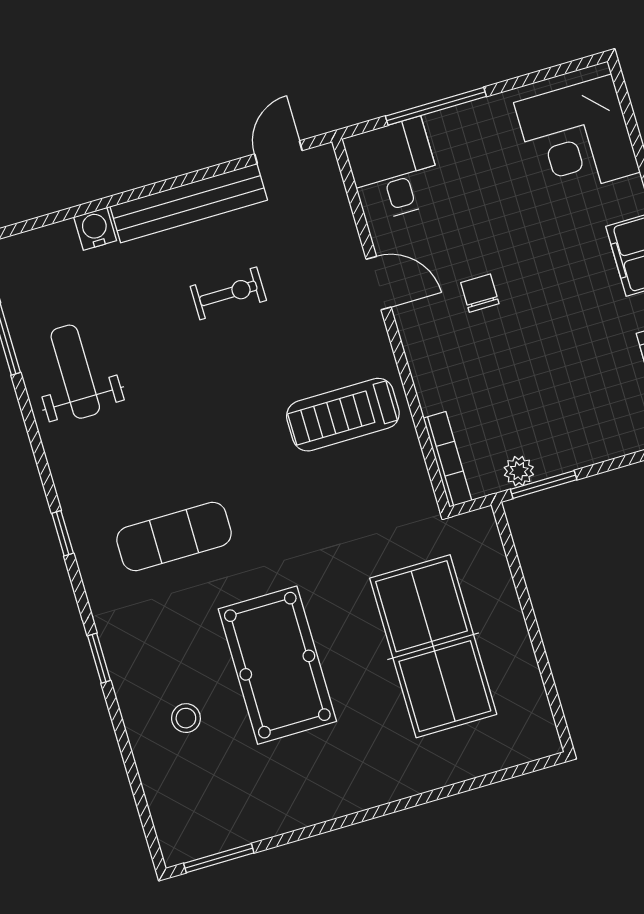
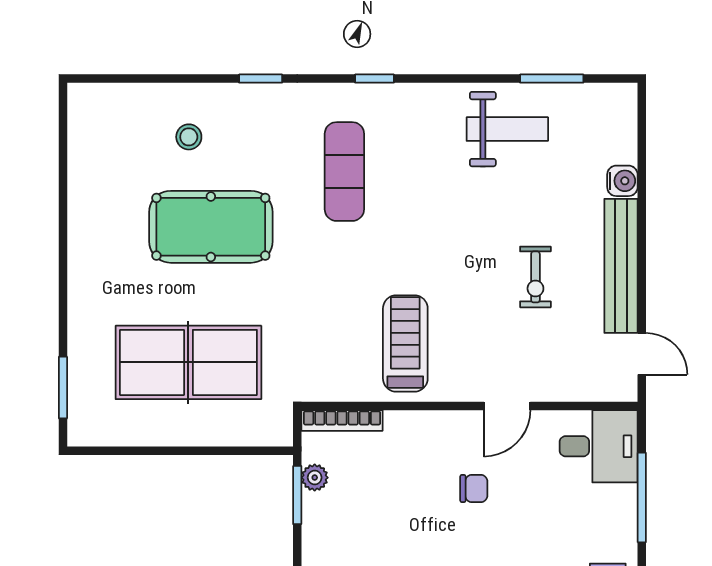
window: (219, 858) -> (63, 387), moved

